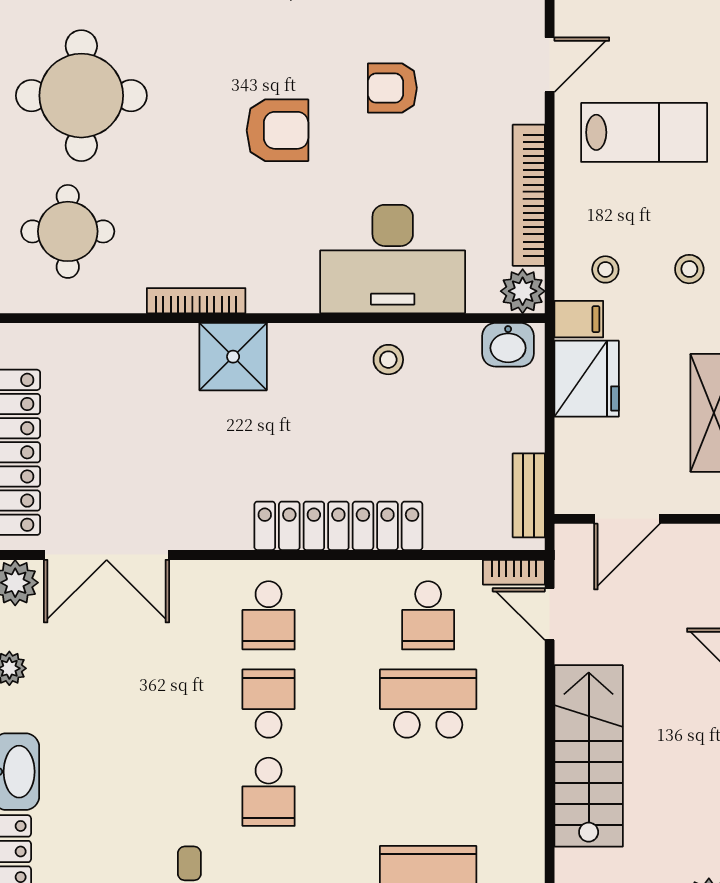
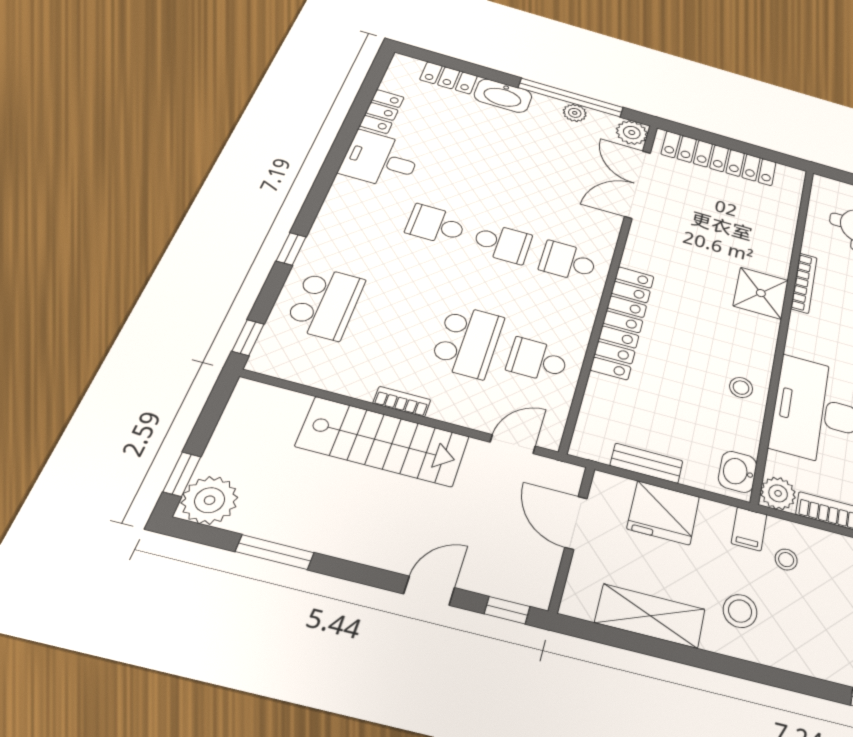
stool: (689, 269) -> (740, 611), moved, width x1.37, depth x1.37
fridge: (587, 379) -> (663, 513), moved
bench: (529, 495) -> (647, 463), moved
bookcase: (514, 572) -> (402, 402), moved, turned 90

